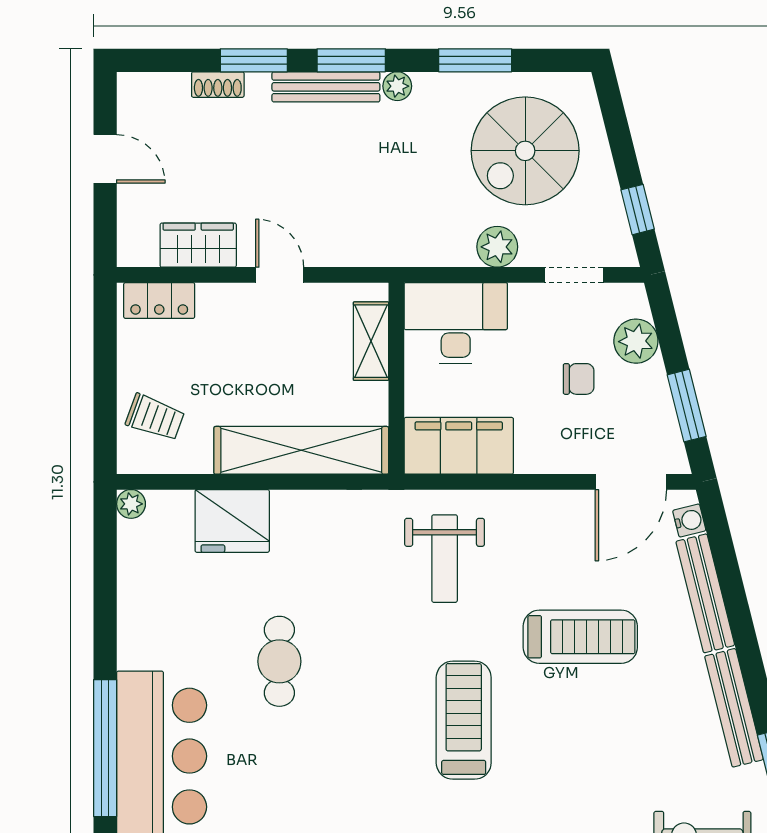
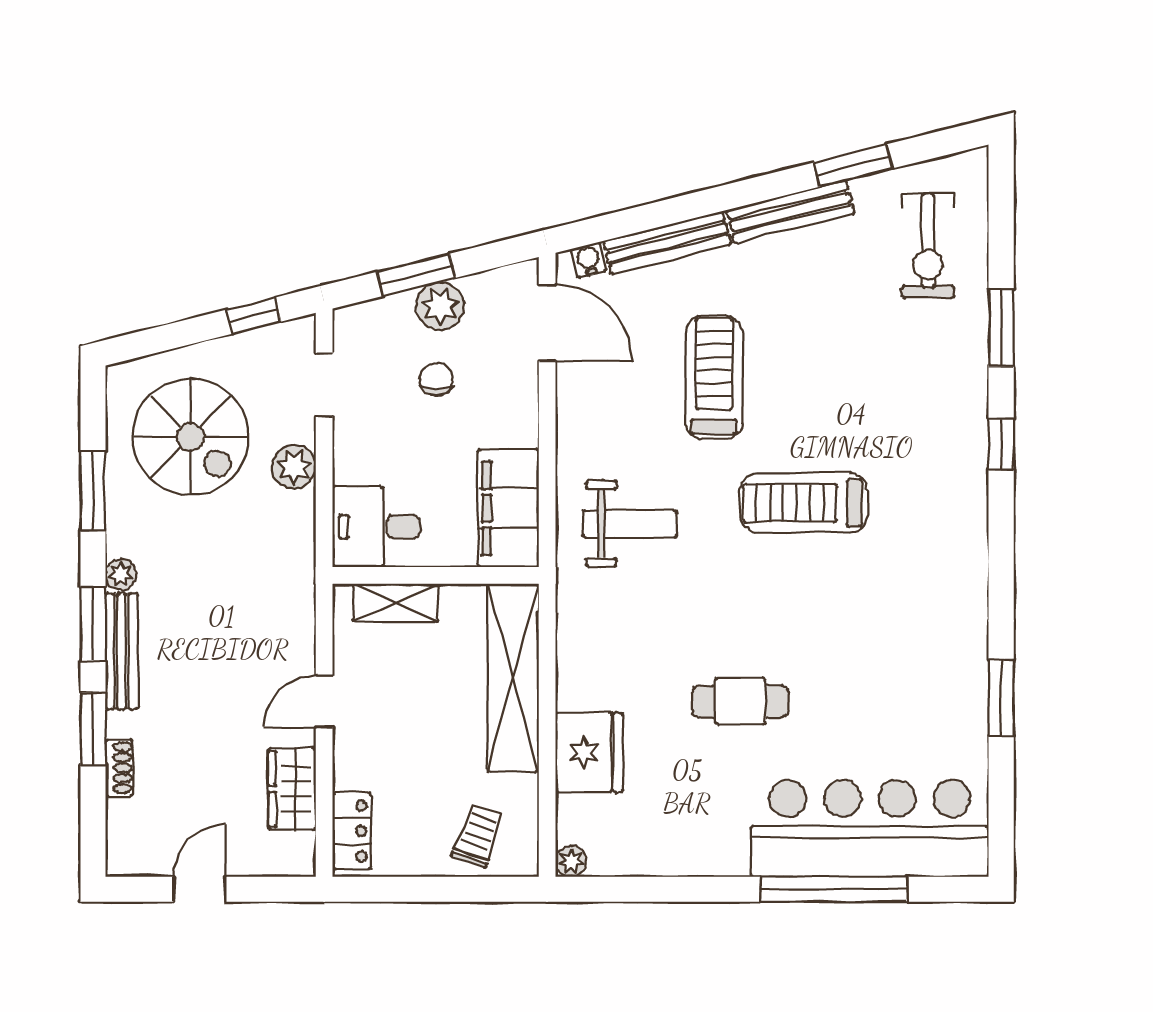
desk: (456, 323) -> (376, 527), width x0.73
plant: (636, 341) -> (440, 306), moved
window: (687, 406) -> (416, 275), moved

